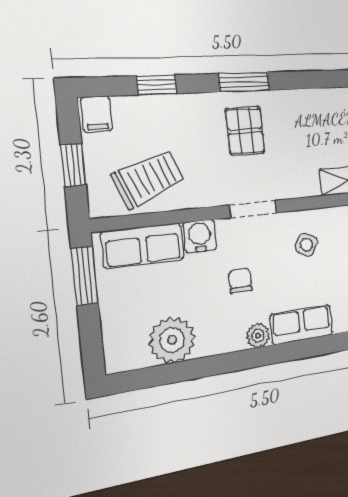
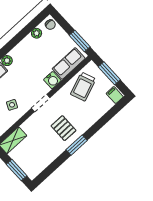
window: (156, 85) -> (104, 120), removed
window: (73, 165) -> (109, 73), width x1.50
chair: (240, 281) -> (50, 25), moved
plant: (172, 340) -> (37, 33), width x0.53, depth x0.53

